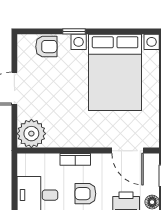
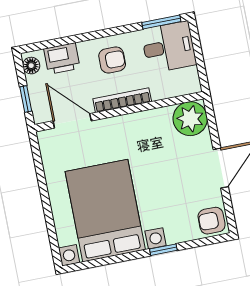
armchair: (46, 47) -> (212, 221), moved
bookcase: (75, 159) -> (122, 100), width x1.56

